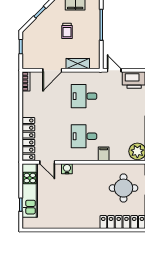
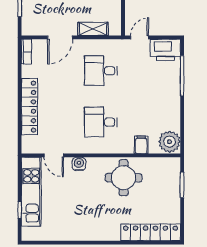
door: (114, 70) -> (140, 37), hinge flipped
locker: (28, 139) -> (29, 107), moved
filing cabinet: (104, 154) -> (141, 145), moved
round table: (123, 188) -> (124, 178), moved

